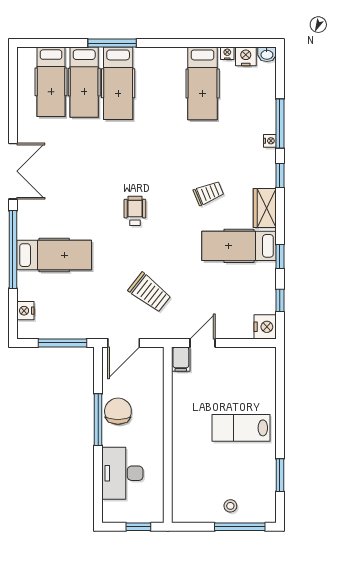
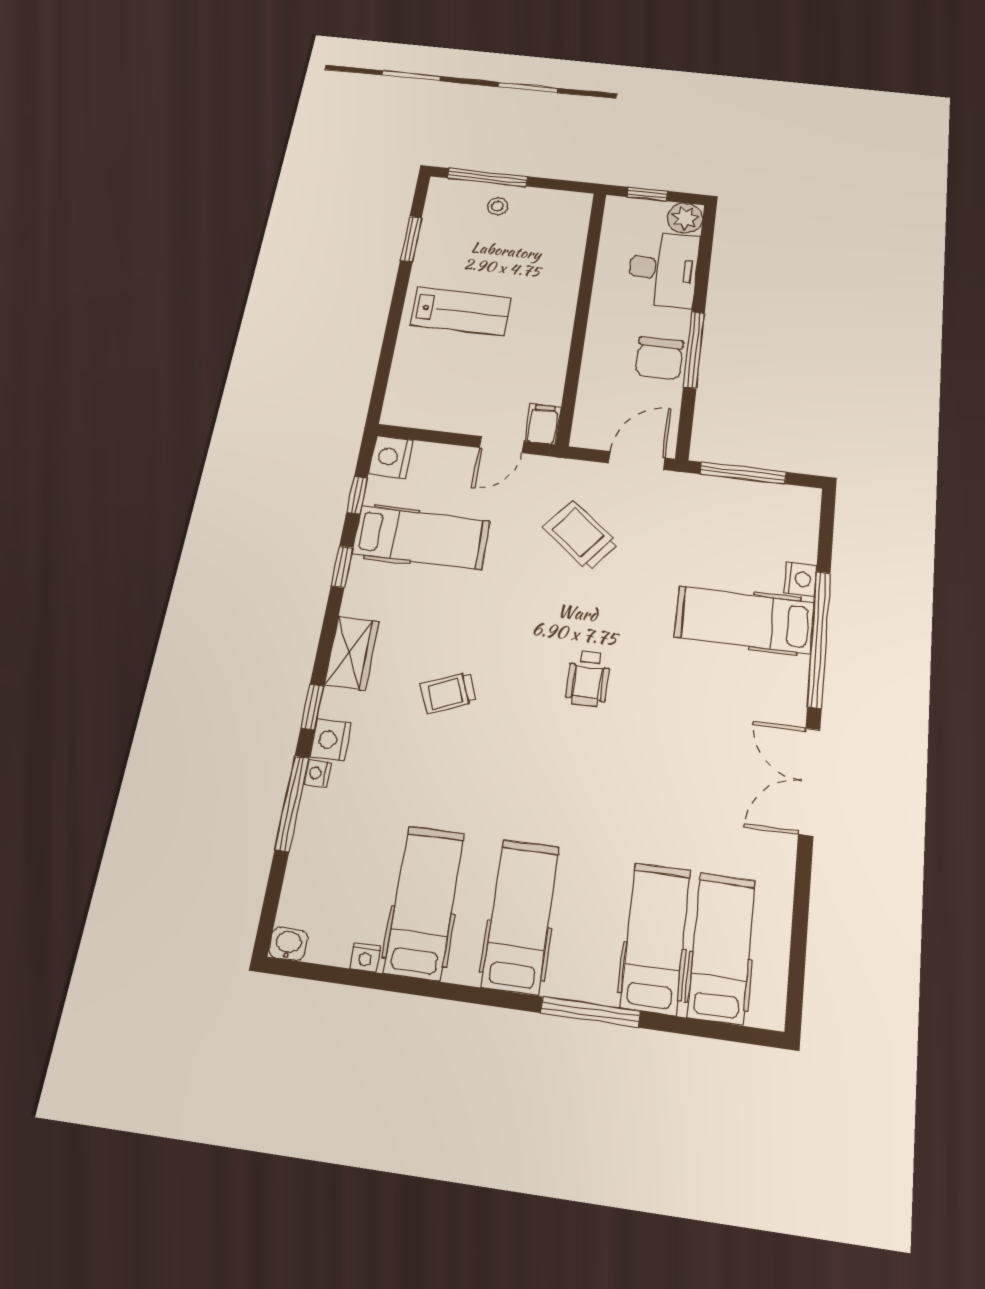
nightstand: (246, 56) -> (330, 740), moved, turned 90
hospital bed: (118, 83) -> (521, 916), moved
hospital bed: (239, 246) -> (421, 537), moved
nightstand: (25, 311) -> (800, 579), moved
plant: (113, 512) -> (685, 218), added

